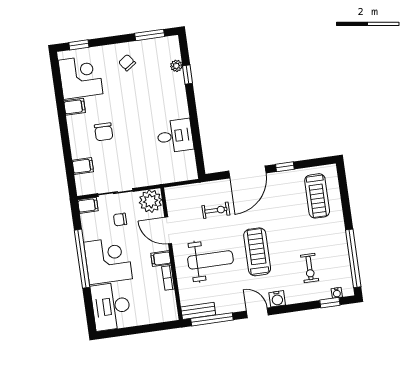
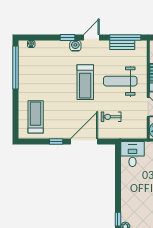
desk: (175, 136) -> (132, 154), moved, turned 90
exercise bike: (310, 268) -> (49, 65), removed
window: (330, 303) -> (67, 37), moved
bench: (198, 311) -> (122, 45), moved
door: (257, 313) -> (91, 37), swing flipped

